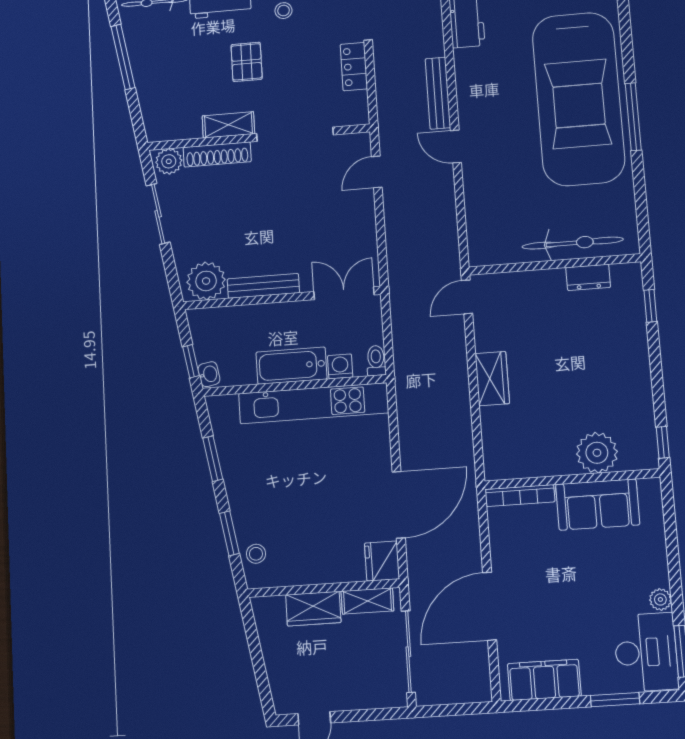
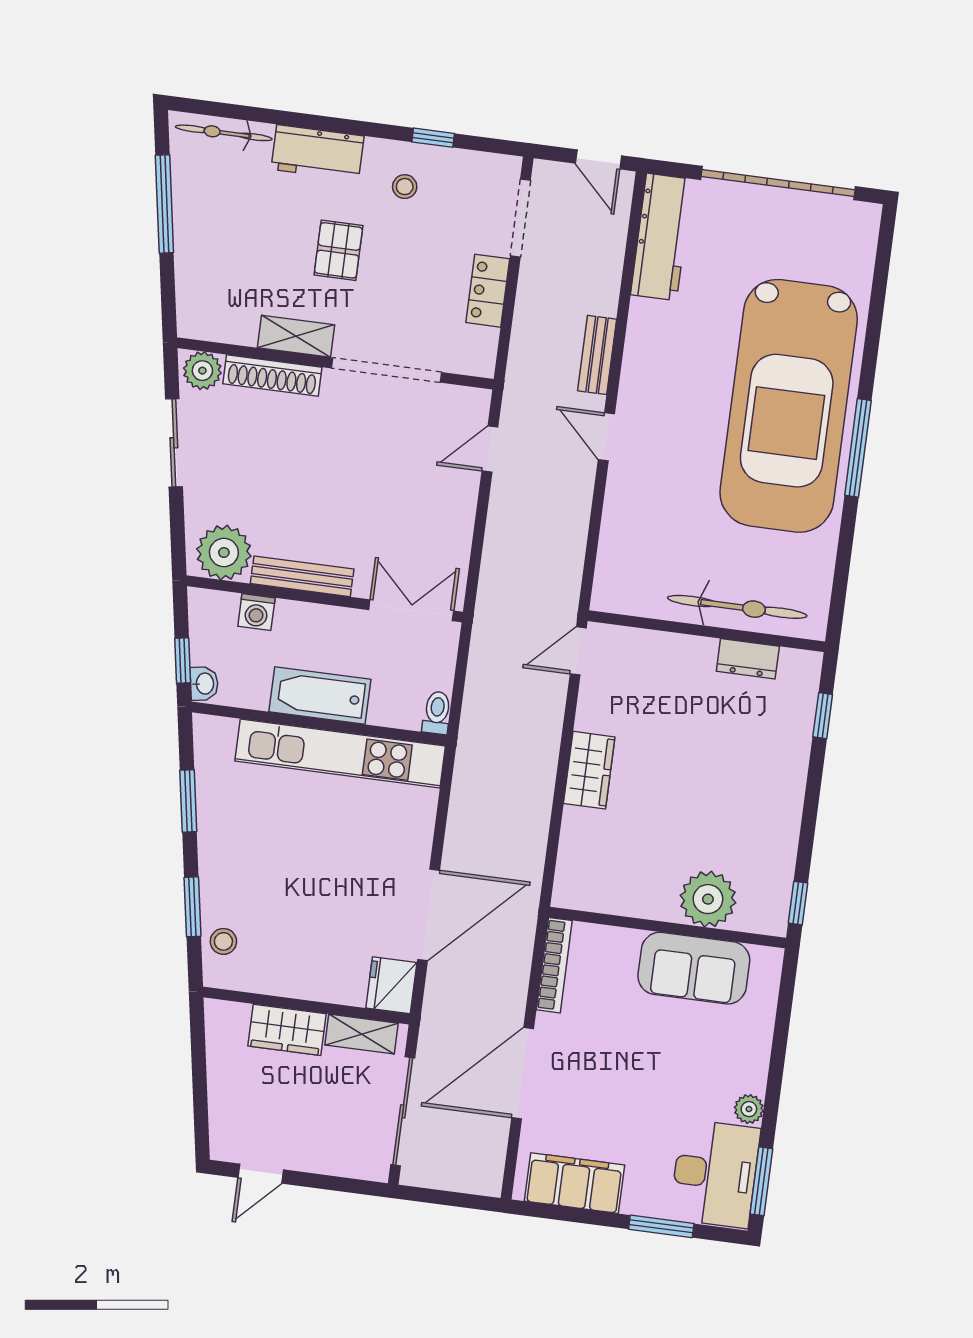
bench: (438, 93) -> (597, 355), width x0.73
washing machine: (340, 366) -> (256, 612), moved, turned 180
bookcase: (520, 496) -> (554, 965), moved, turned -90

